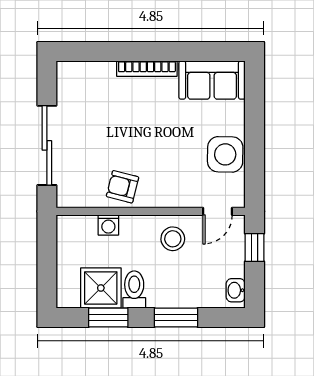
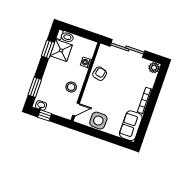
plant: (69, 73) -> (154, 68), added
door: (218, 211) -> (76, 109), swing flipped
window: (254, 248) -> (45, 115), moved
toilet: (134, 289) -> (65, 36), moved
window: (176, 317) -> (35, 87), moved

